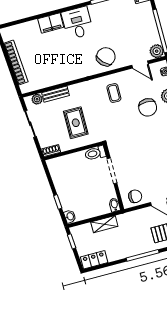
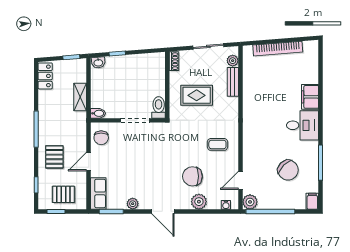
chair: (106, 57) -> (288, 170), moved

